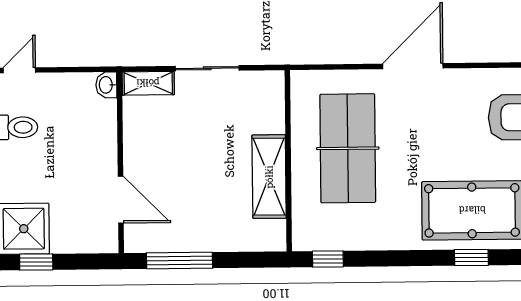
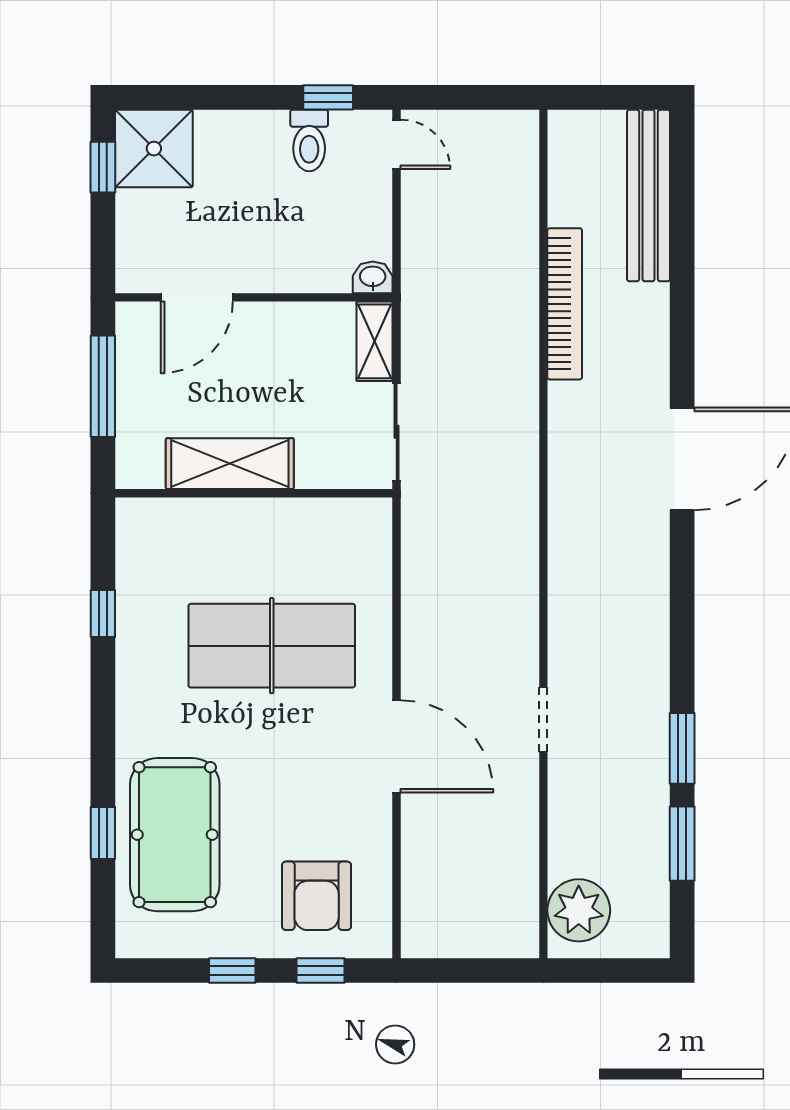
wall: (288, 161) -> (254, 493), moved
shelving: (269, 177) -> (230, 464), moved

